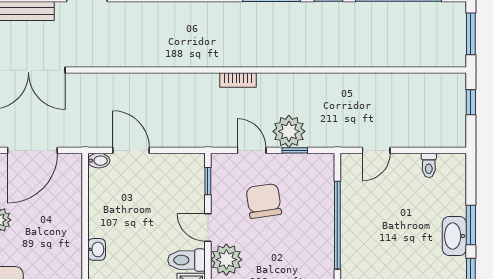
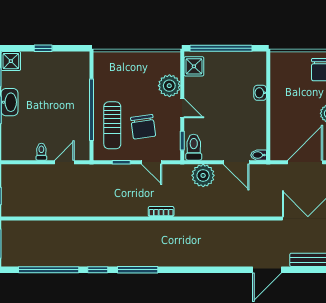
plant: (289, 131) -> (203, 175), moved
toilet: (429, 165) -> (41, 152), moved
sun lounger: (308, 203) -> (112, 125), added
toilet: (187, 260) -> (194, 147), moved, turned -90

